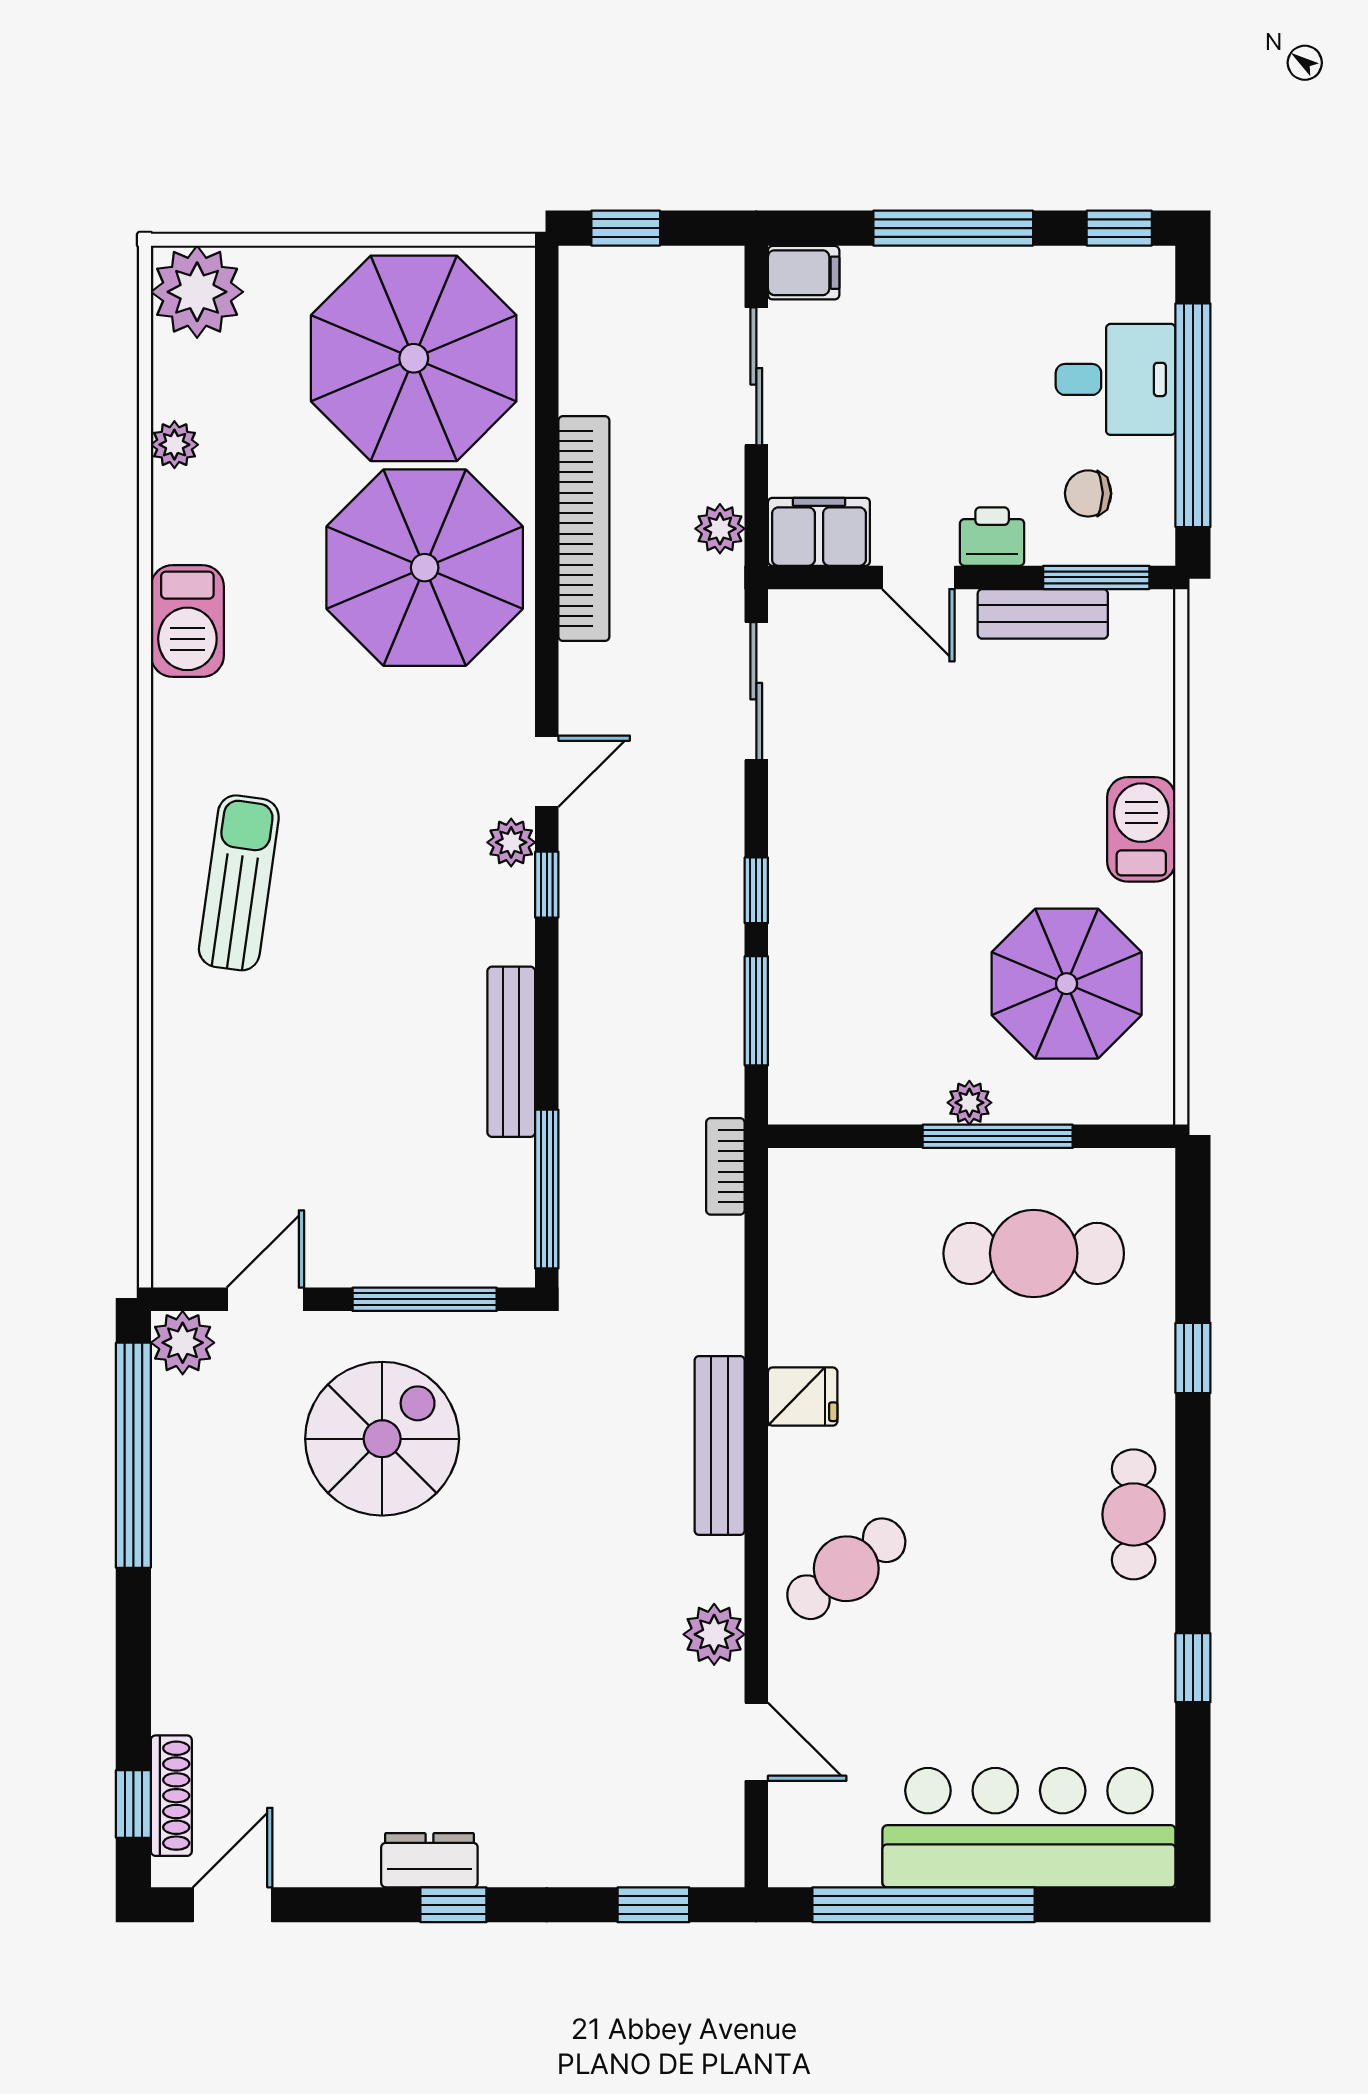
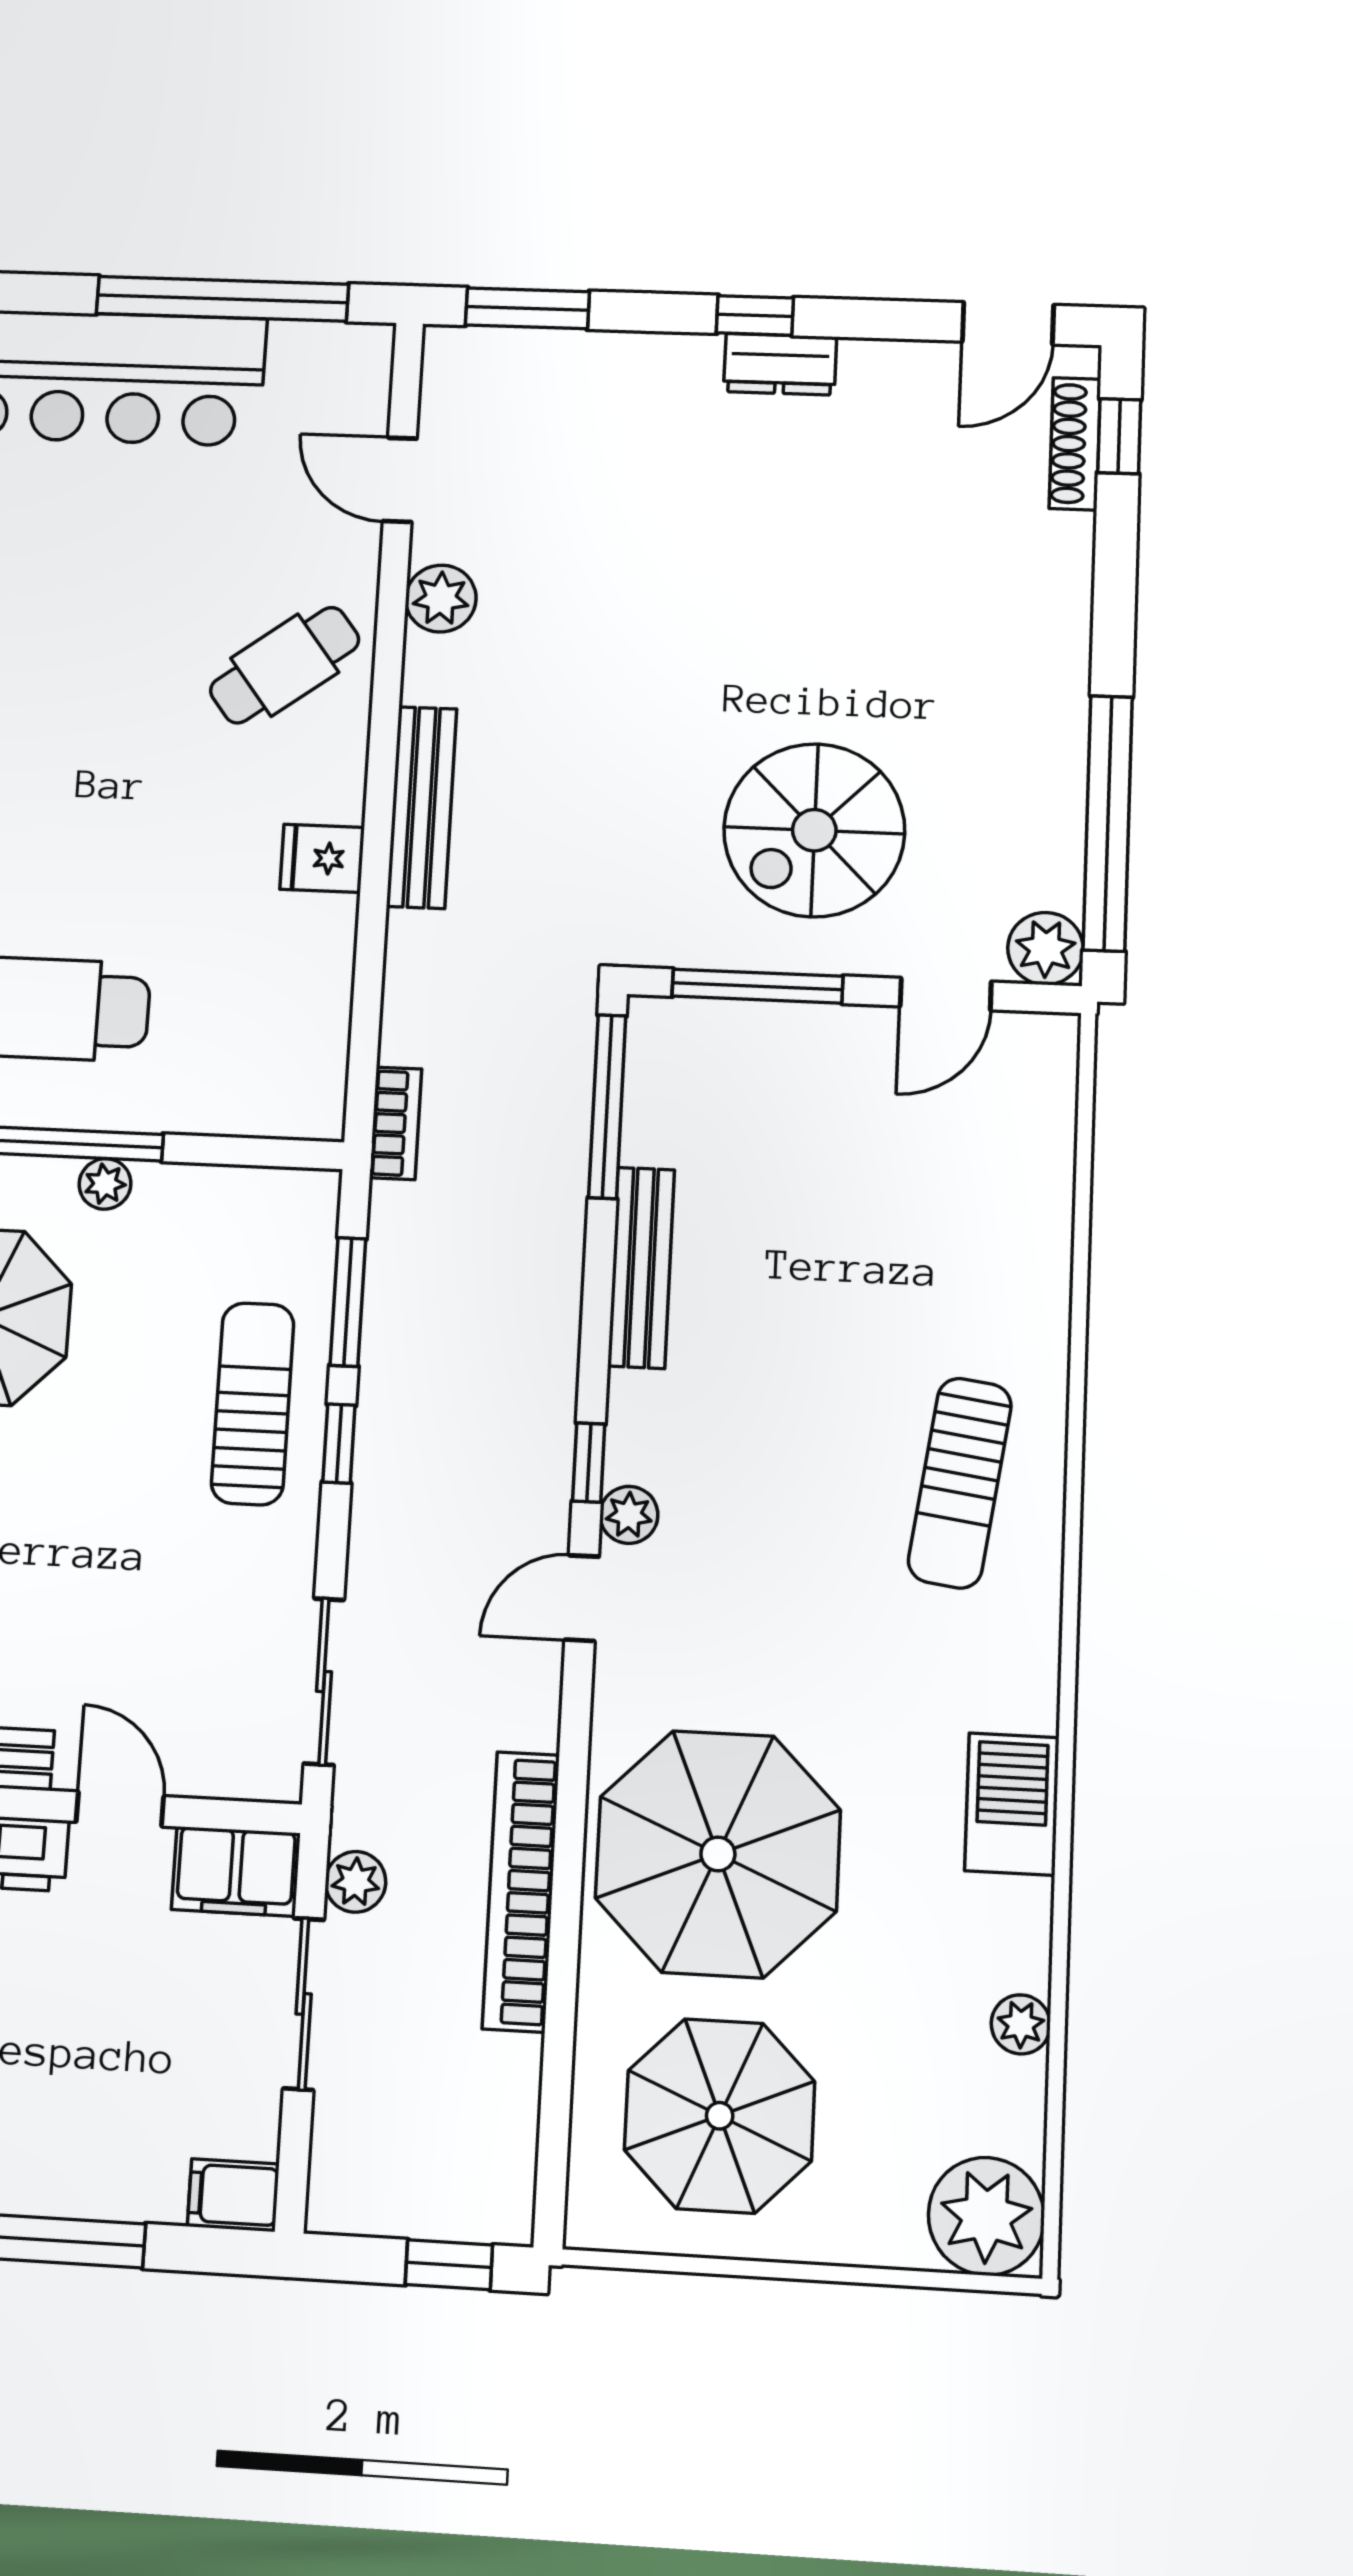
parasol: (414, 358) -> (720, 2116), width x0.73, depth x0.73
sliding door: (756, 376) -> (304, 2004), moved
sun lounger: (831, 920) -> (253, 1404), added
window: (653, 1905) -> (527, 308), width x1.50

